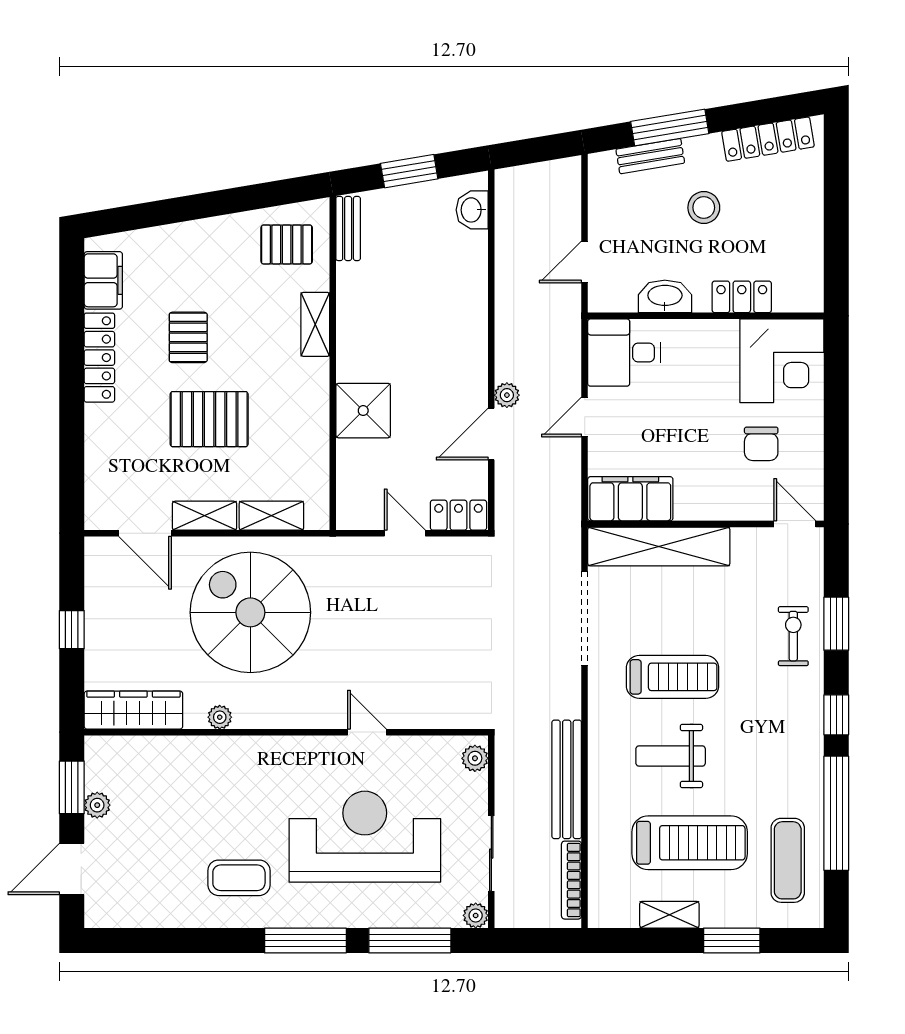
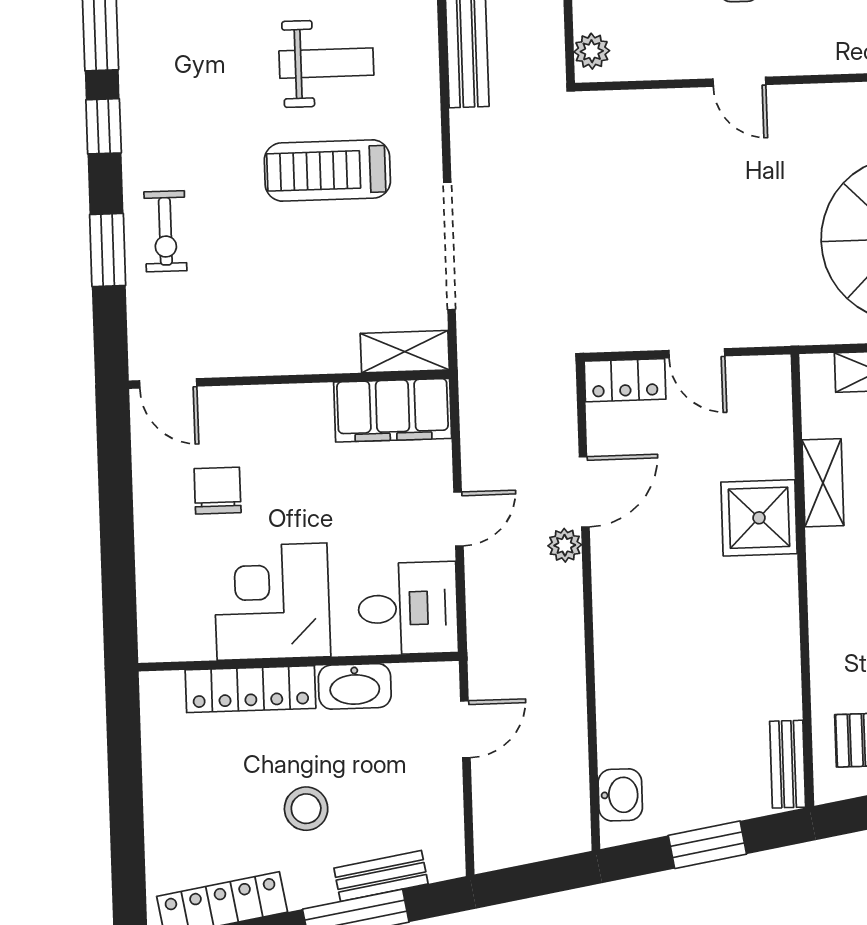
locker: (742, 297) -> (251, 689), width x1.53
shelving: (315, 324) -> (823, 483), moved
corner desk: (782, 361) -> (272, 602), moved
shelving: (659, 547) -> (405, 352), width x0.45, depth x0.75

